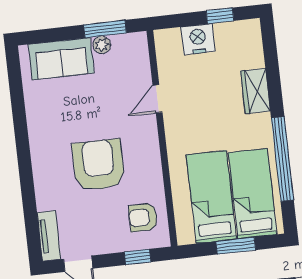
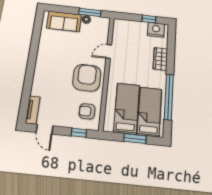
nightstand: (198, 39) -> (156, 30), moved
armchair: (98, 165) -> (87, 78), moved

